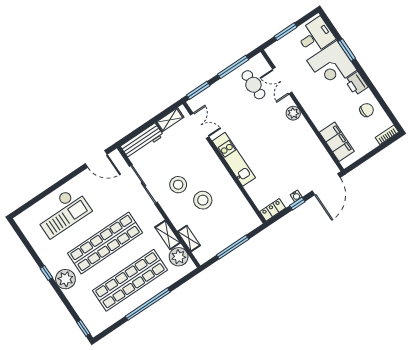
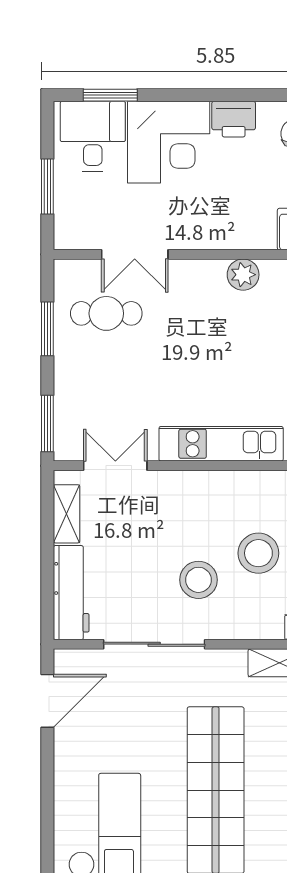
window: (347, 50) -> (110, 95), moved
window: (233, 67) -> (47, 329), width x0.69
plant: (293, 113) -> (243, 275), moved

